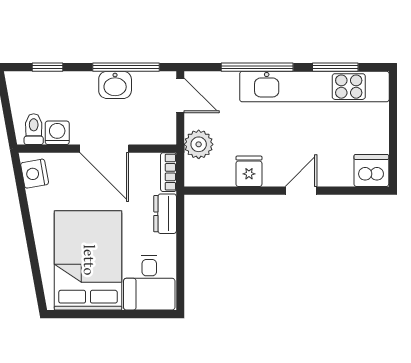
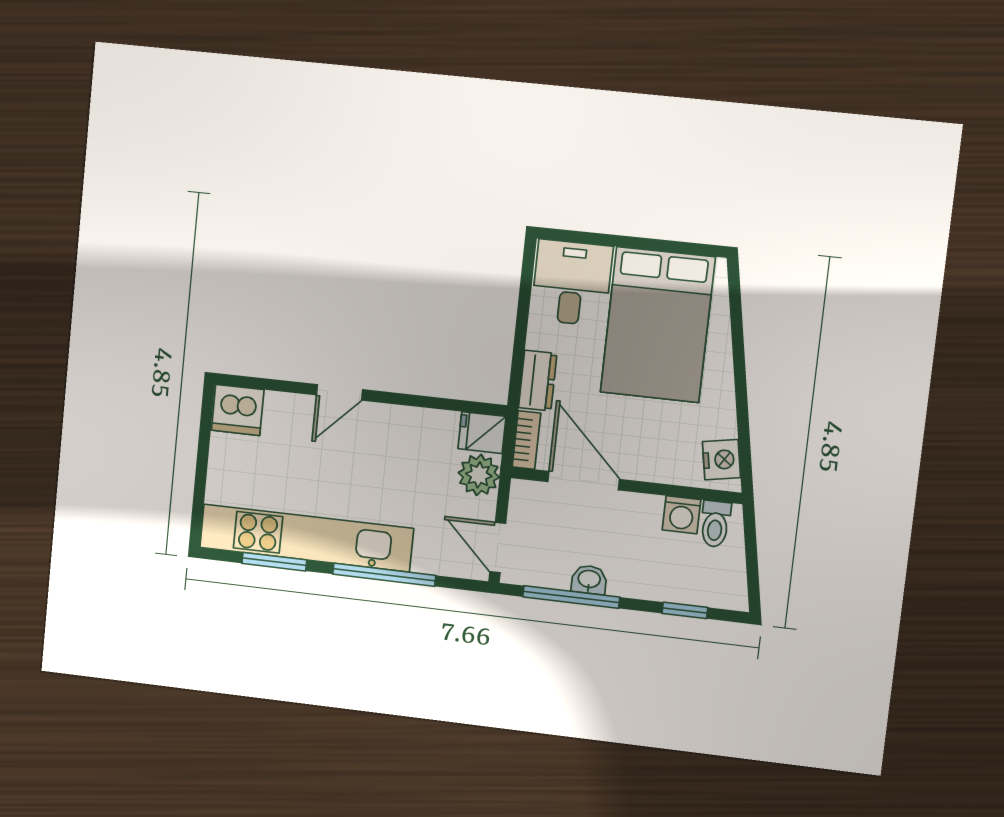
washbasin: (115, 85) -> (589, 580), width x0.72, depth x0.69
door: (104, 149) -> (584, 481), moved
fridge: (249, 171) -> (482, 433), moved, turned 90

